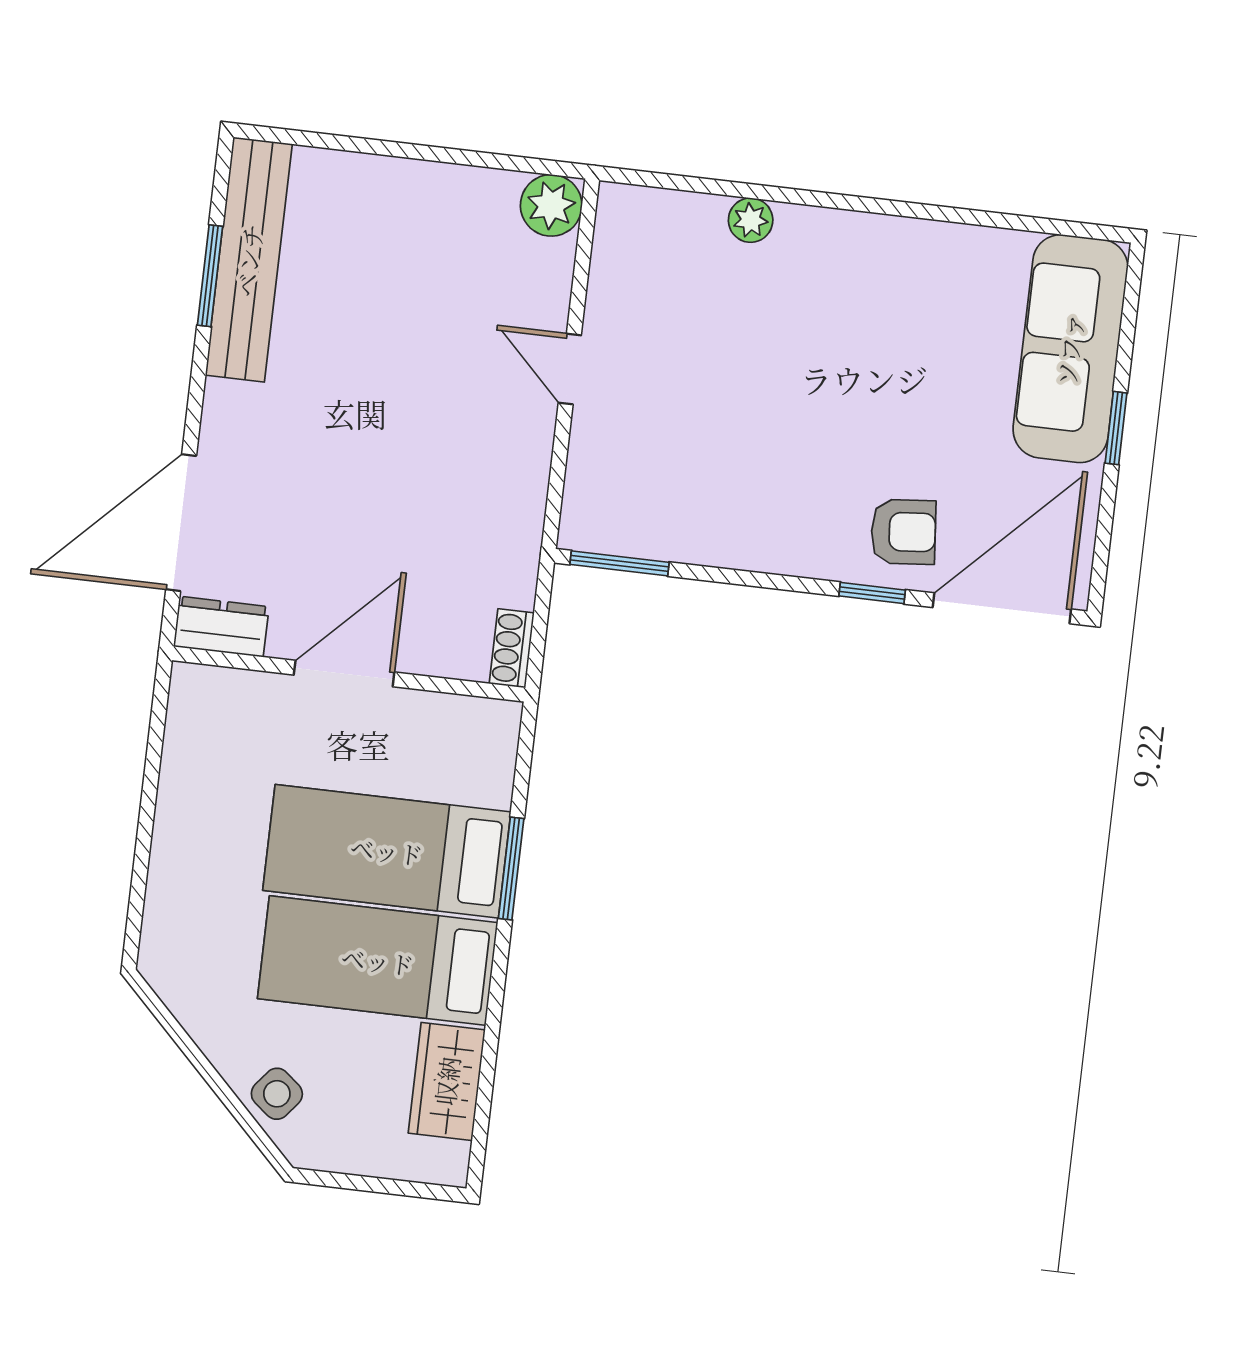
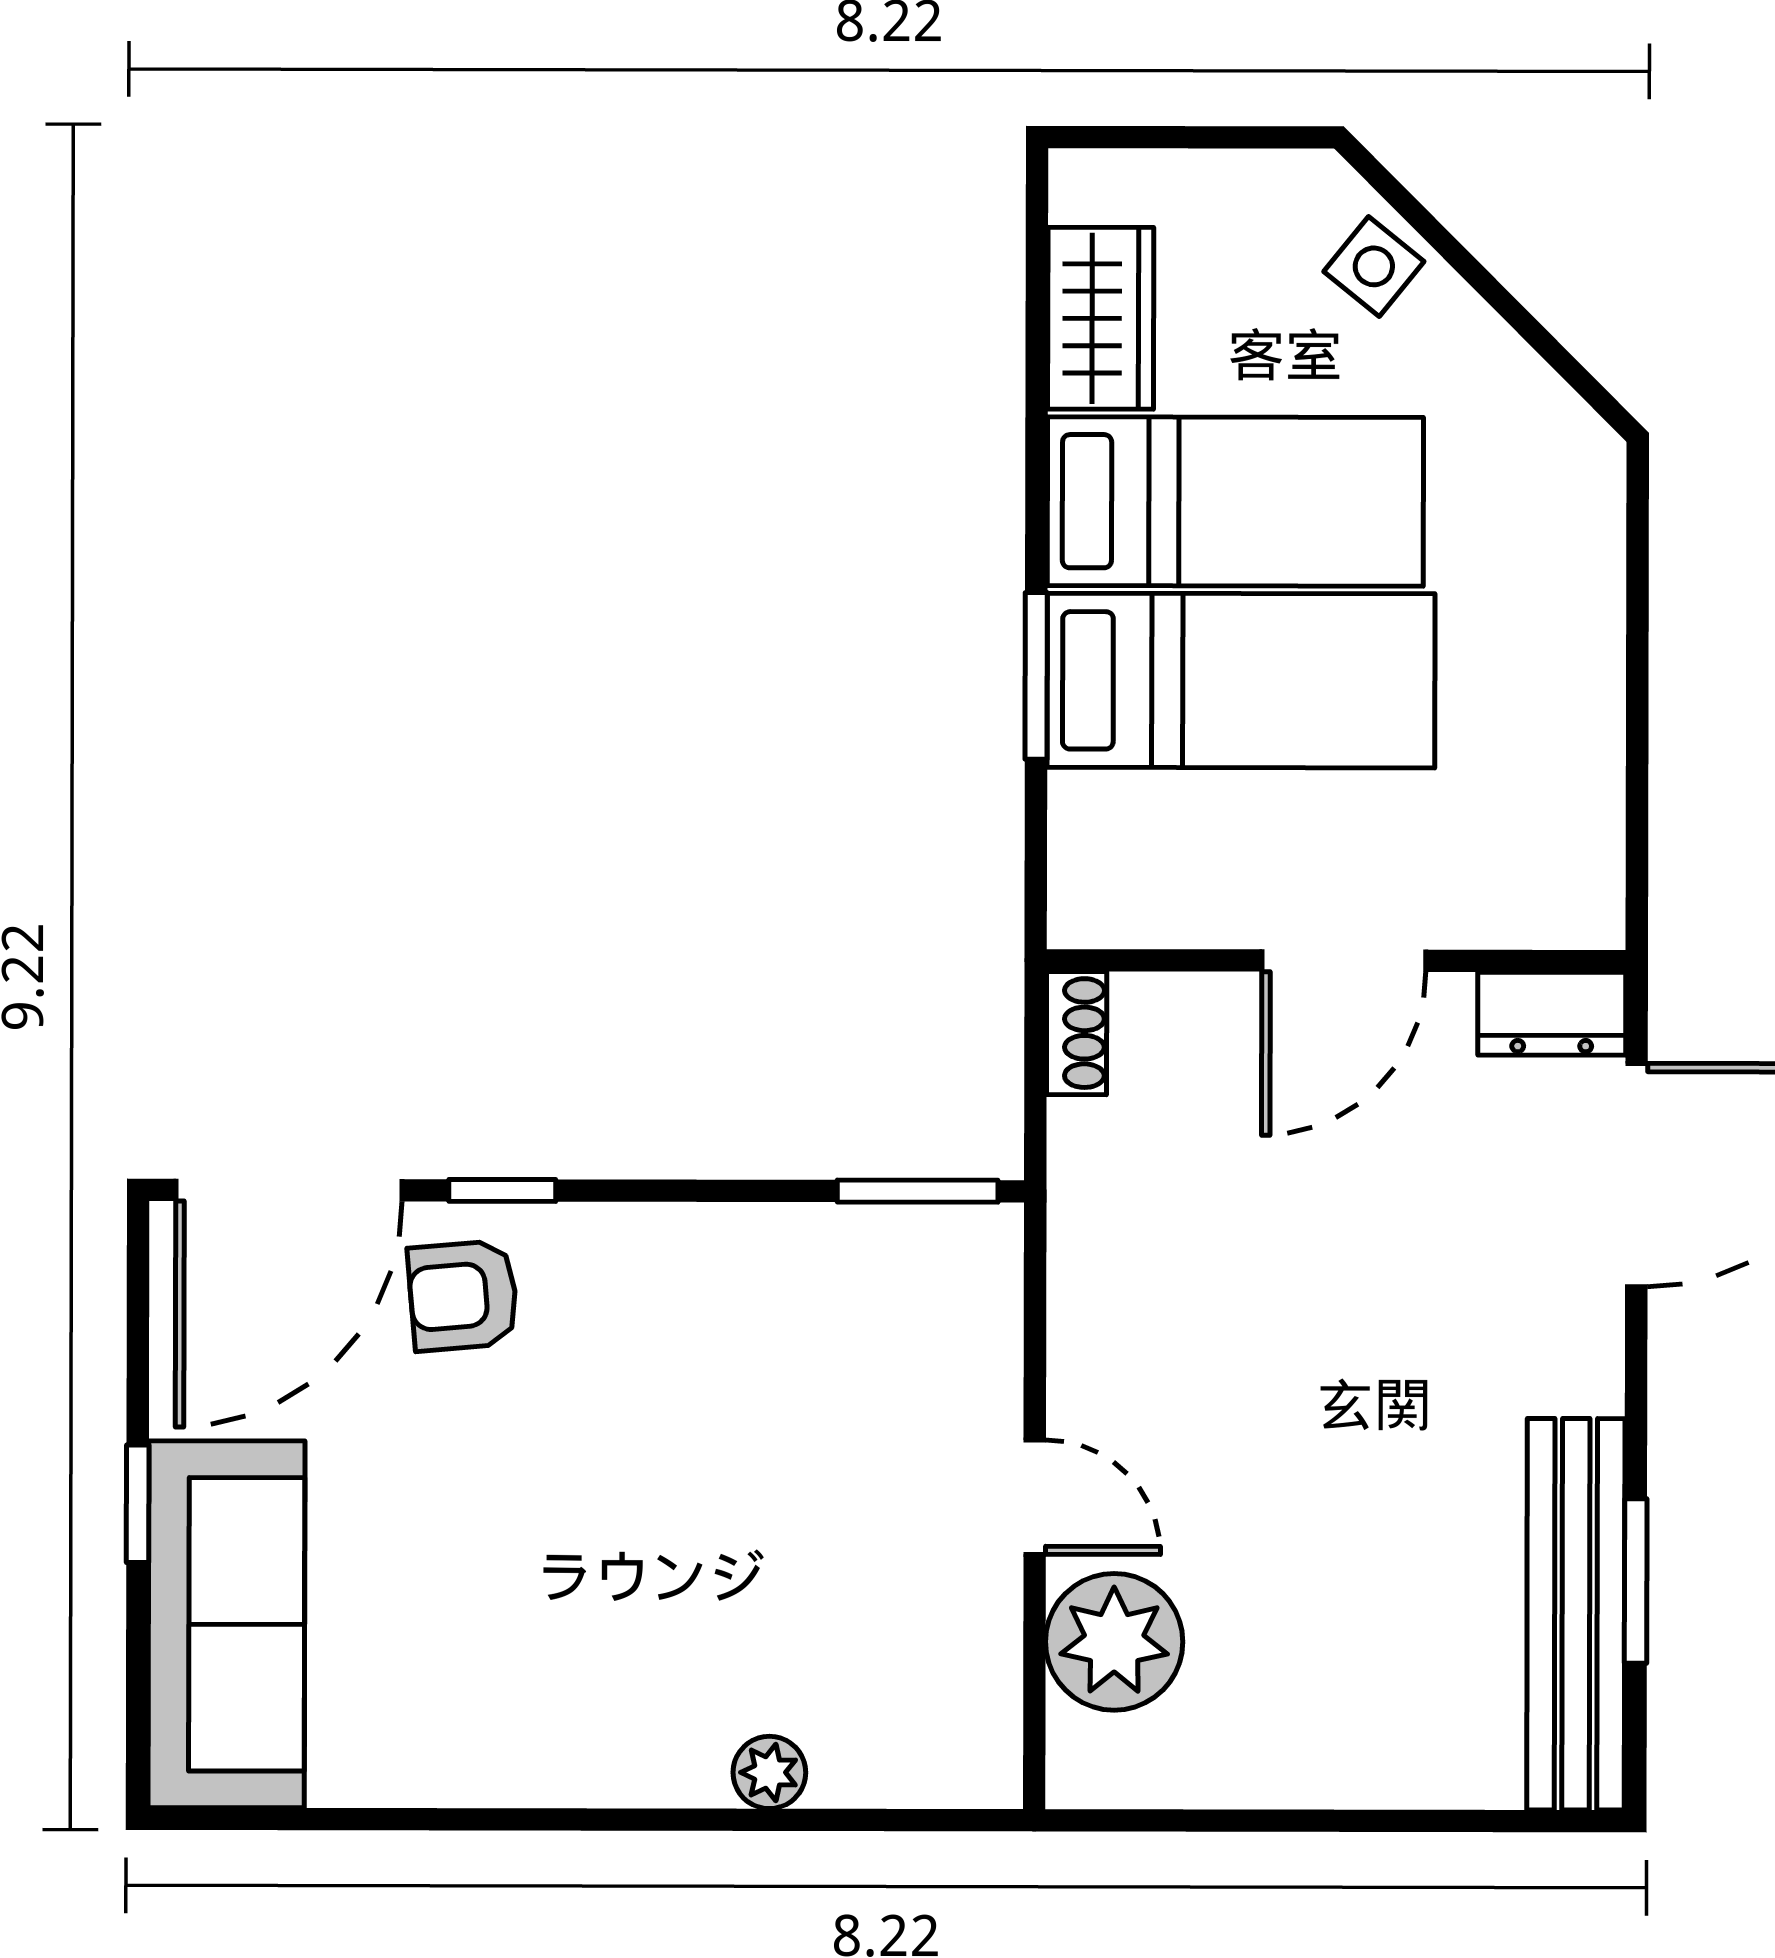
plant: (551, 205) -> (1114, 1642), moved, width x1.36, depth x1.36

